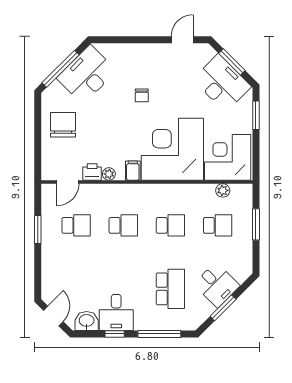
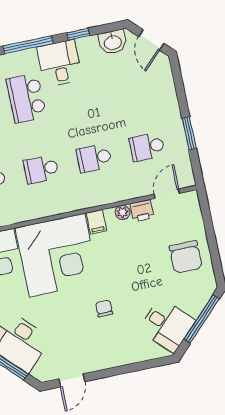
desk: (87, 74) -> (167, 325), width x0.73
desk: (116, 313) -> (60, 63), moved

